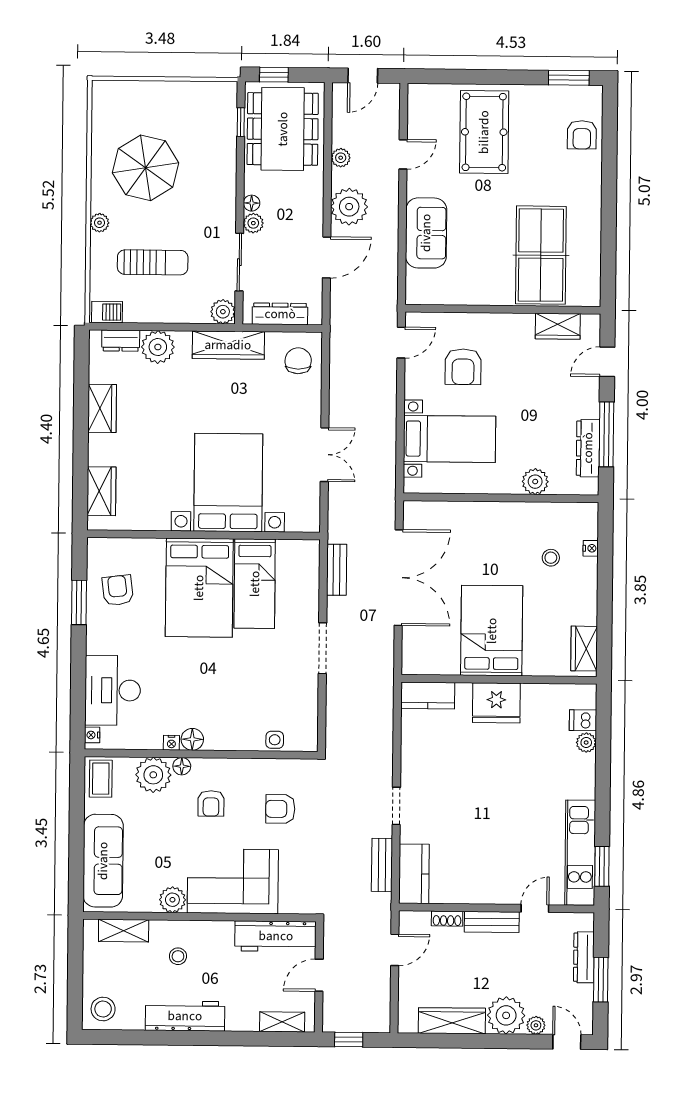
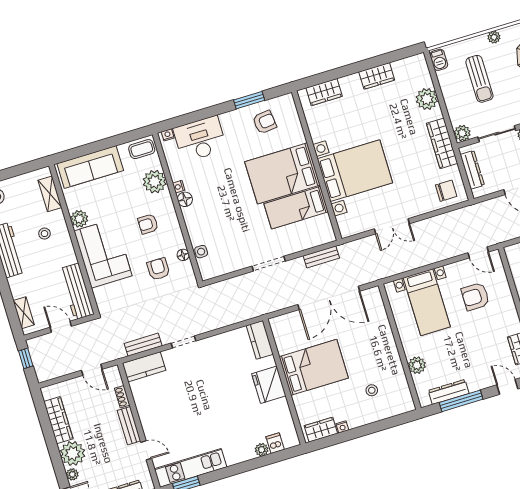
dresser: (121, 341) -> (423, 74), removed
nightstand: (591, 548) -> (342, 427), moved
floor lamp: (182, 766) -> (183, 255), moved

